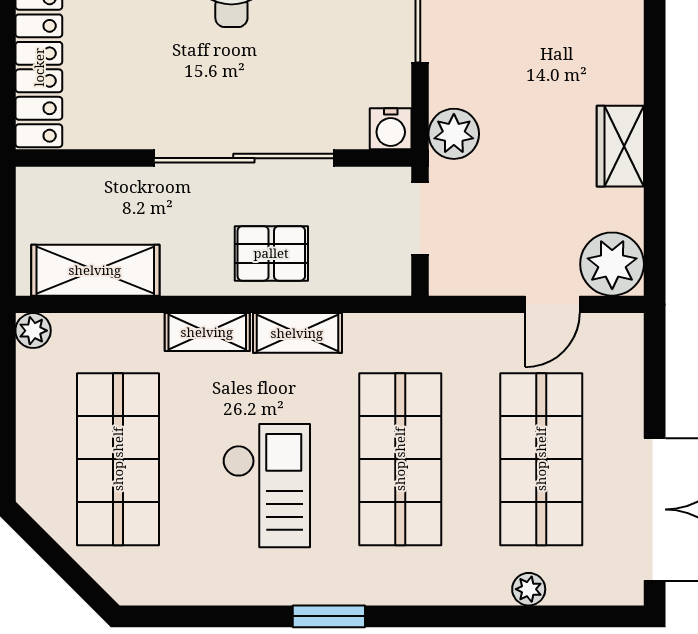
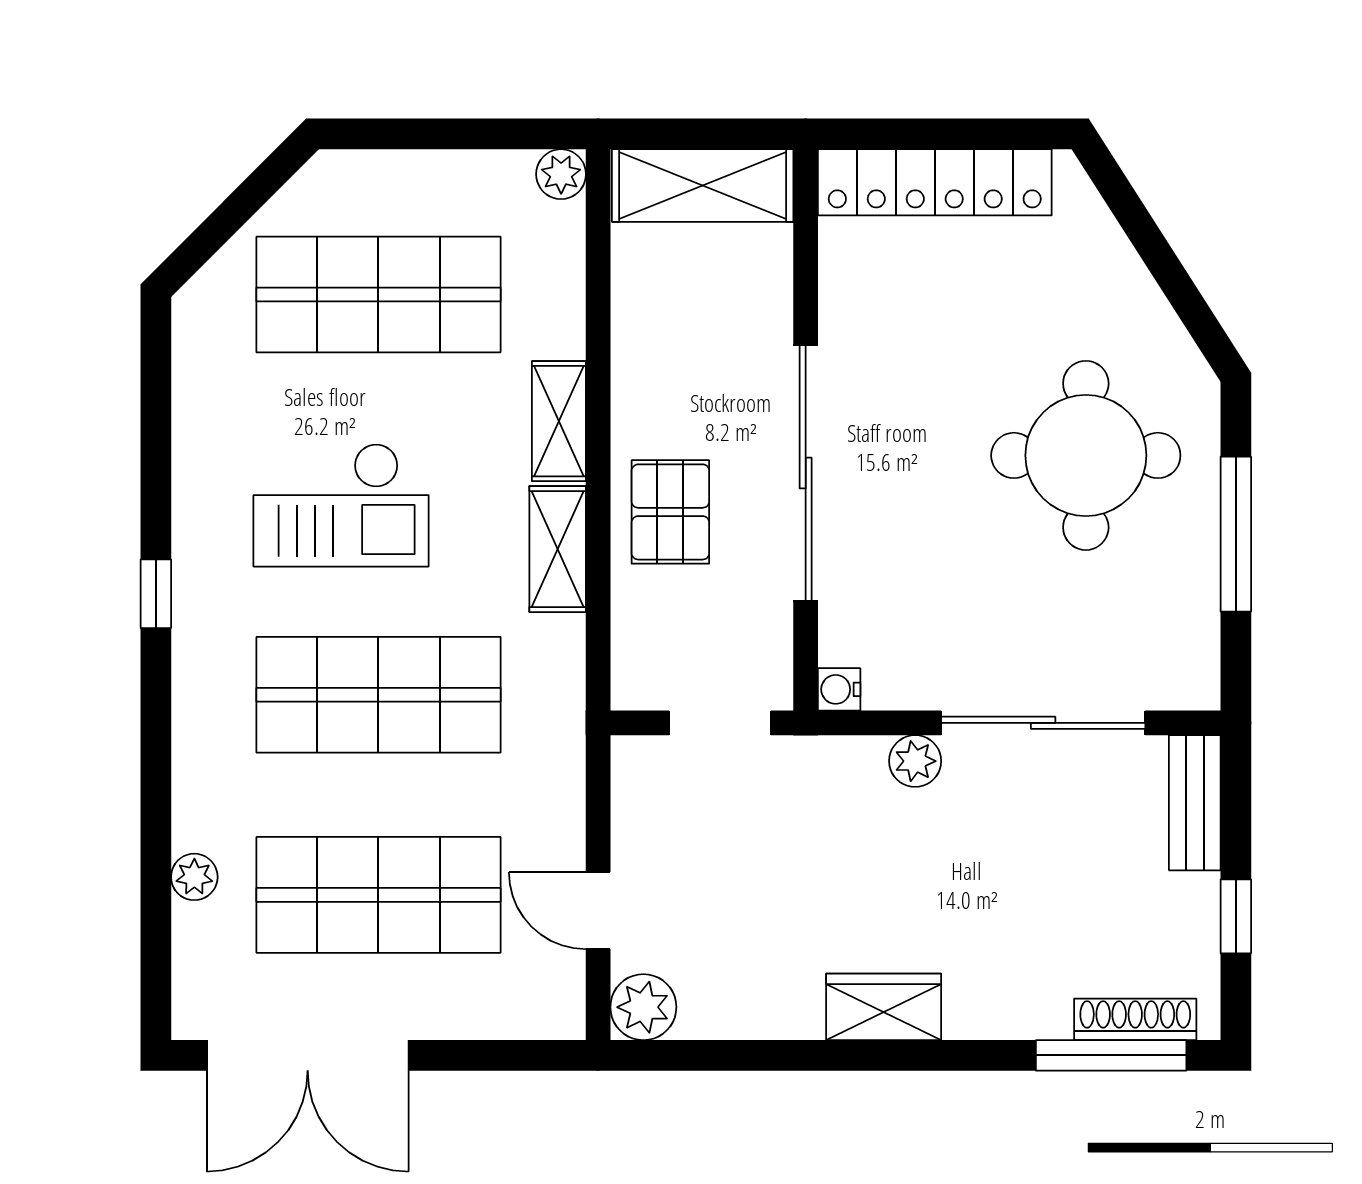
water cooler: (391, 129) -> (839, 689), width x0.72, depth x0.72
plant: (454, 134) -> (915, 761), moved, width x0.73, depth x0.73
wardrobe: (620, 146) -> (884, 1007), moved
plant: (612, 264) -> (643, 1007), width x0.73, depth x0.73
shelving: (95, 270) -> (703, 186), moved, turned 90
window: (329, 616) -> (156, 594), width x0.67

